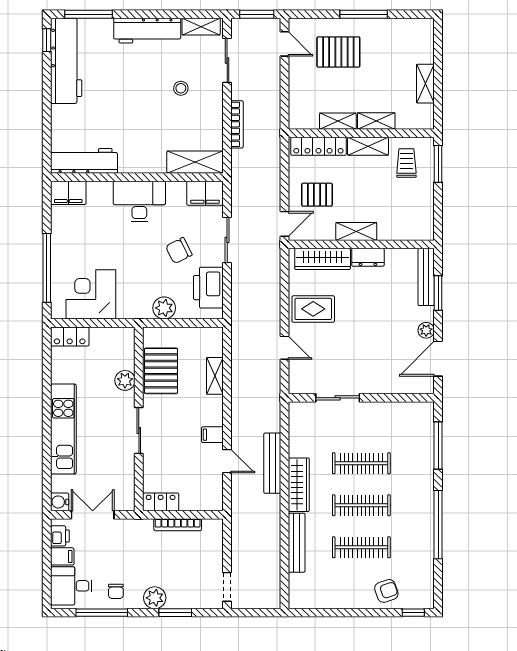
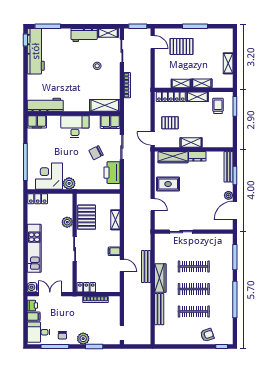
workbench: (147, 31) -> (84, 35), width x0.73
door: (285, 224) -> (153, 138), swing flipped
plant: (164, 308) -> (69, 183), moved

